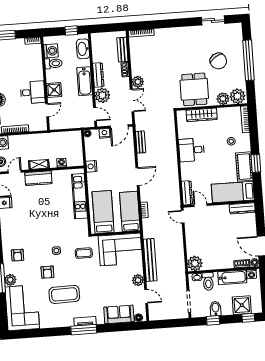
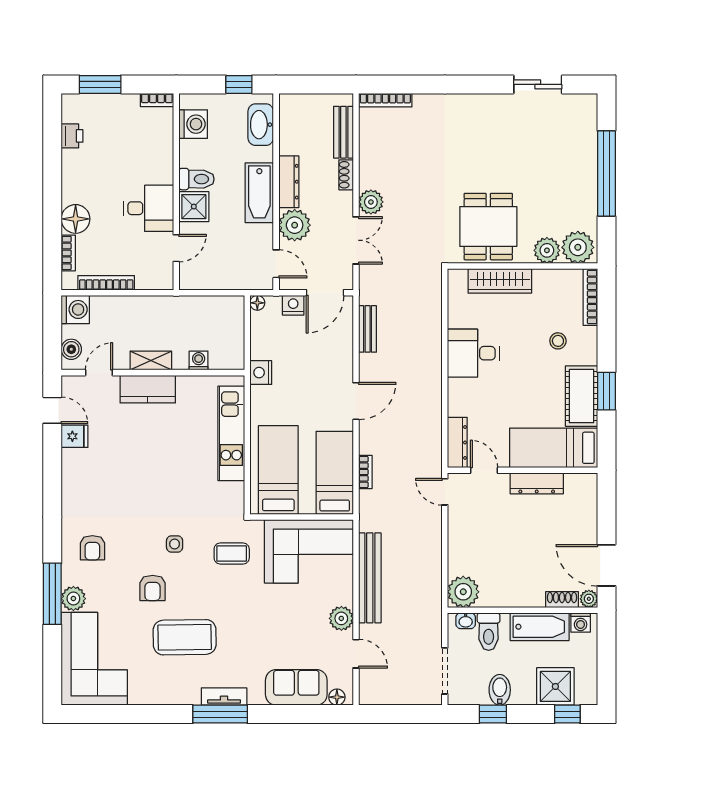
chair: (218, 61) -> (543, 171), removed
toilet: (53, 63) -> (197, 179), moved
dresser: (242, 208) -> (537, 483), moved

